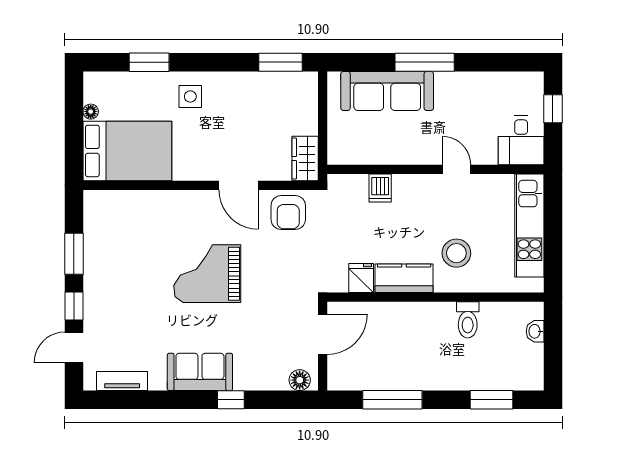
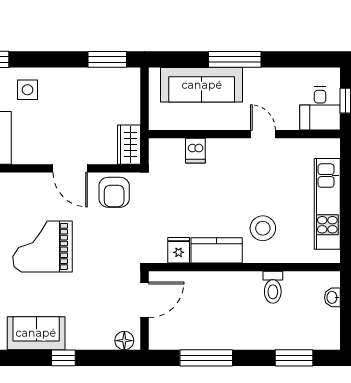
desk: (521, 140) -> (320, 108), moved
wall: (436, 169) -> (244, 134), moved
door: (457, 169) -> (263, 134), moved
dishwasher: (380, 188) -> (195, 151), moved

